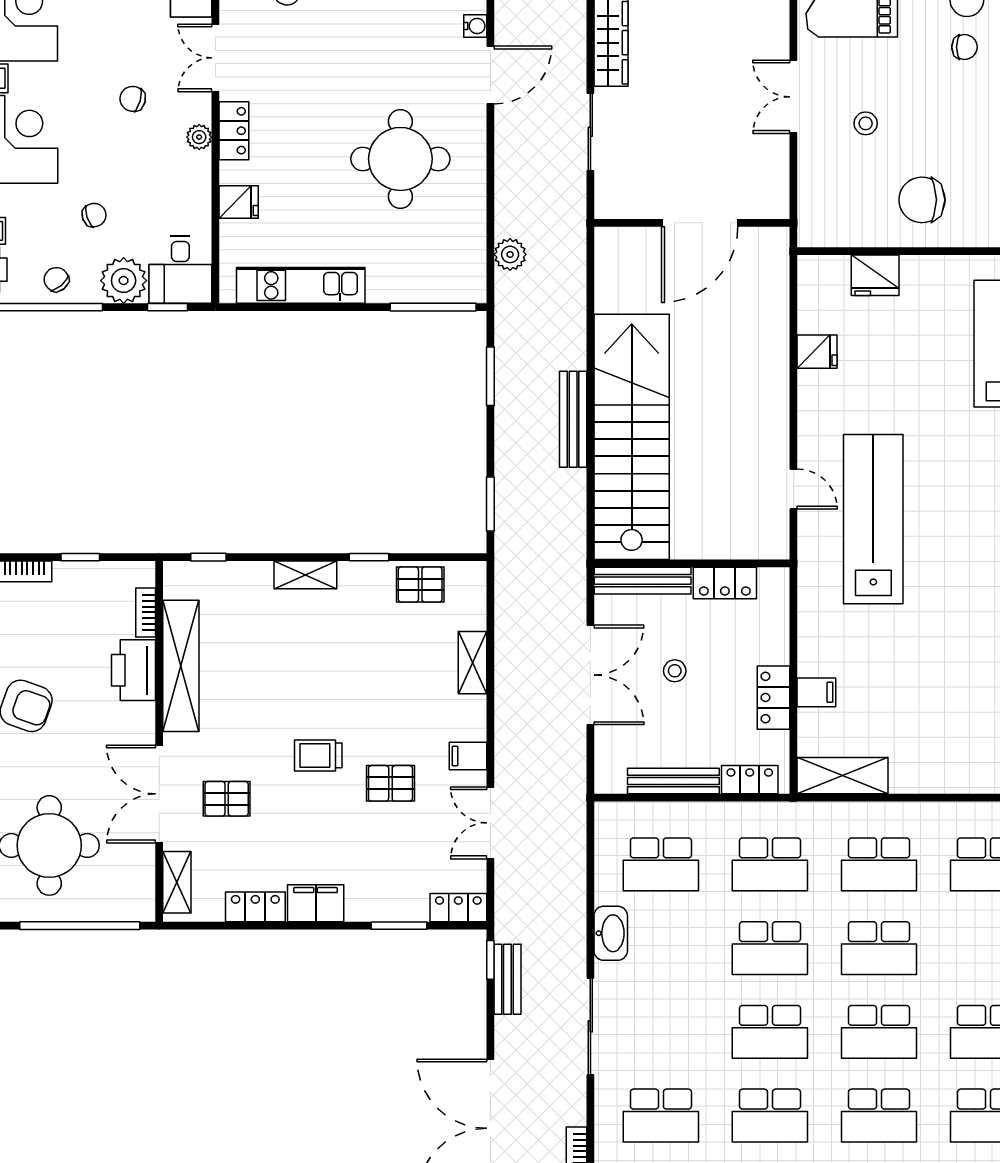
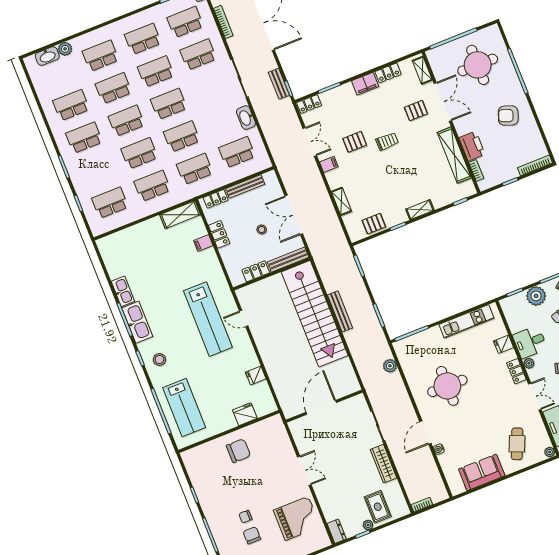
stool: (866, 123) -> (272, 472), removed
desk: (180, 270) -> (530, 342), moved, turned -90

